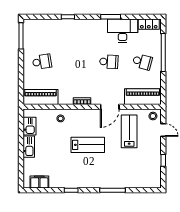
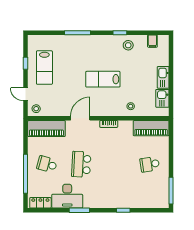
school desk: (109, 62) -> (81, 164), width x1.85
lab bench: (129, 131) -> (44, 68), moved
stool: (63, 178) -> (128, 45), added
filing cabinet: (39, 182) -> (152, 41), width x0.50

